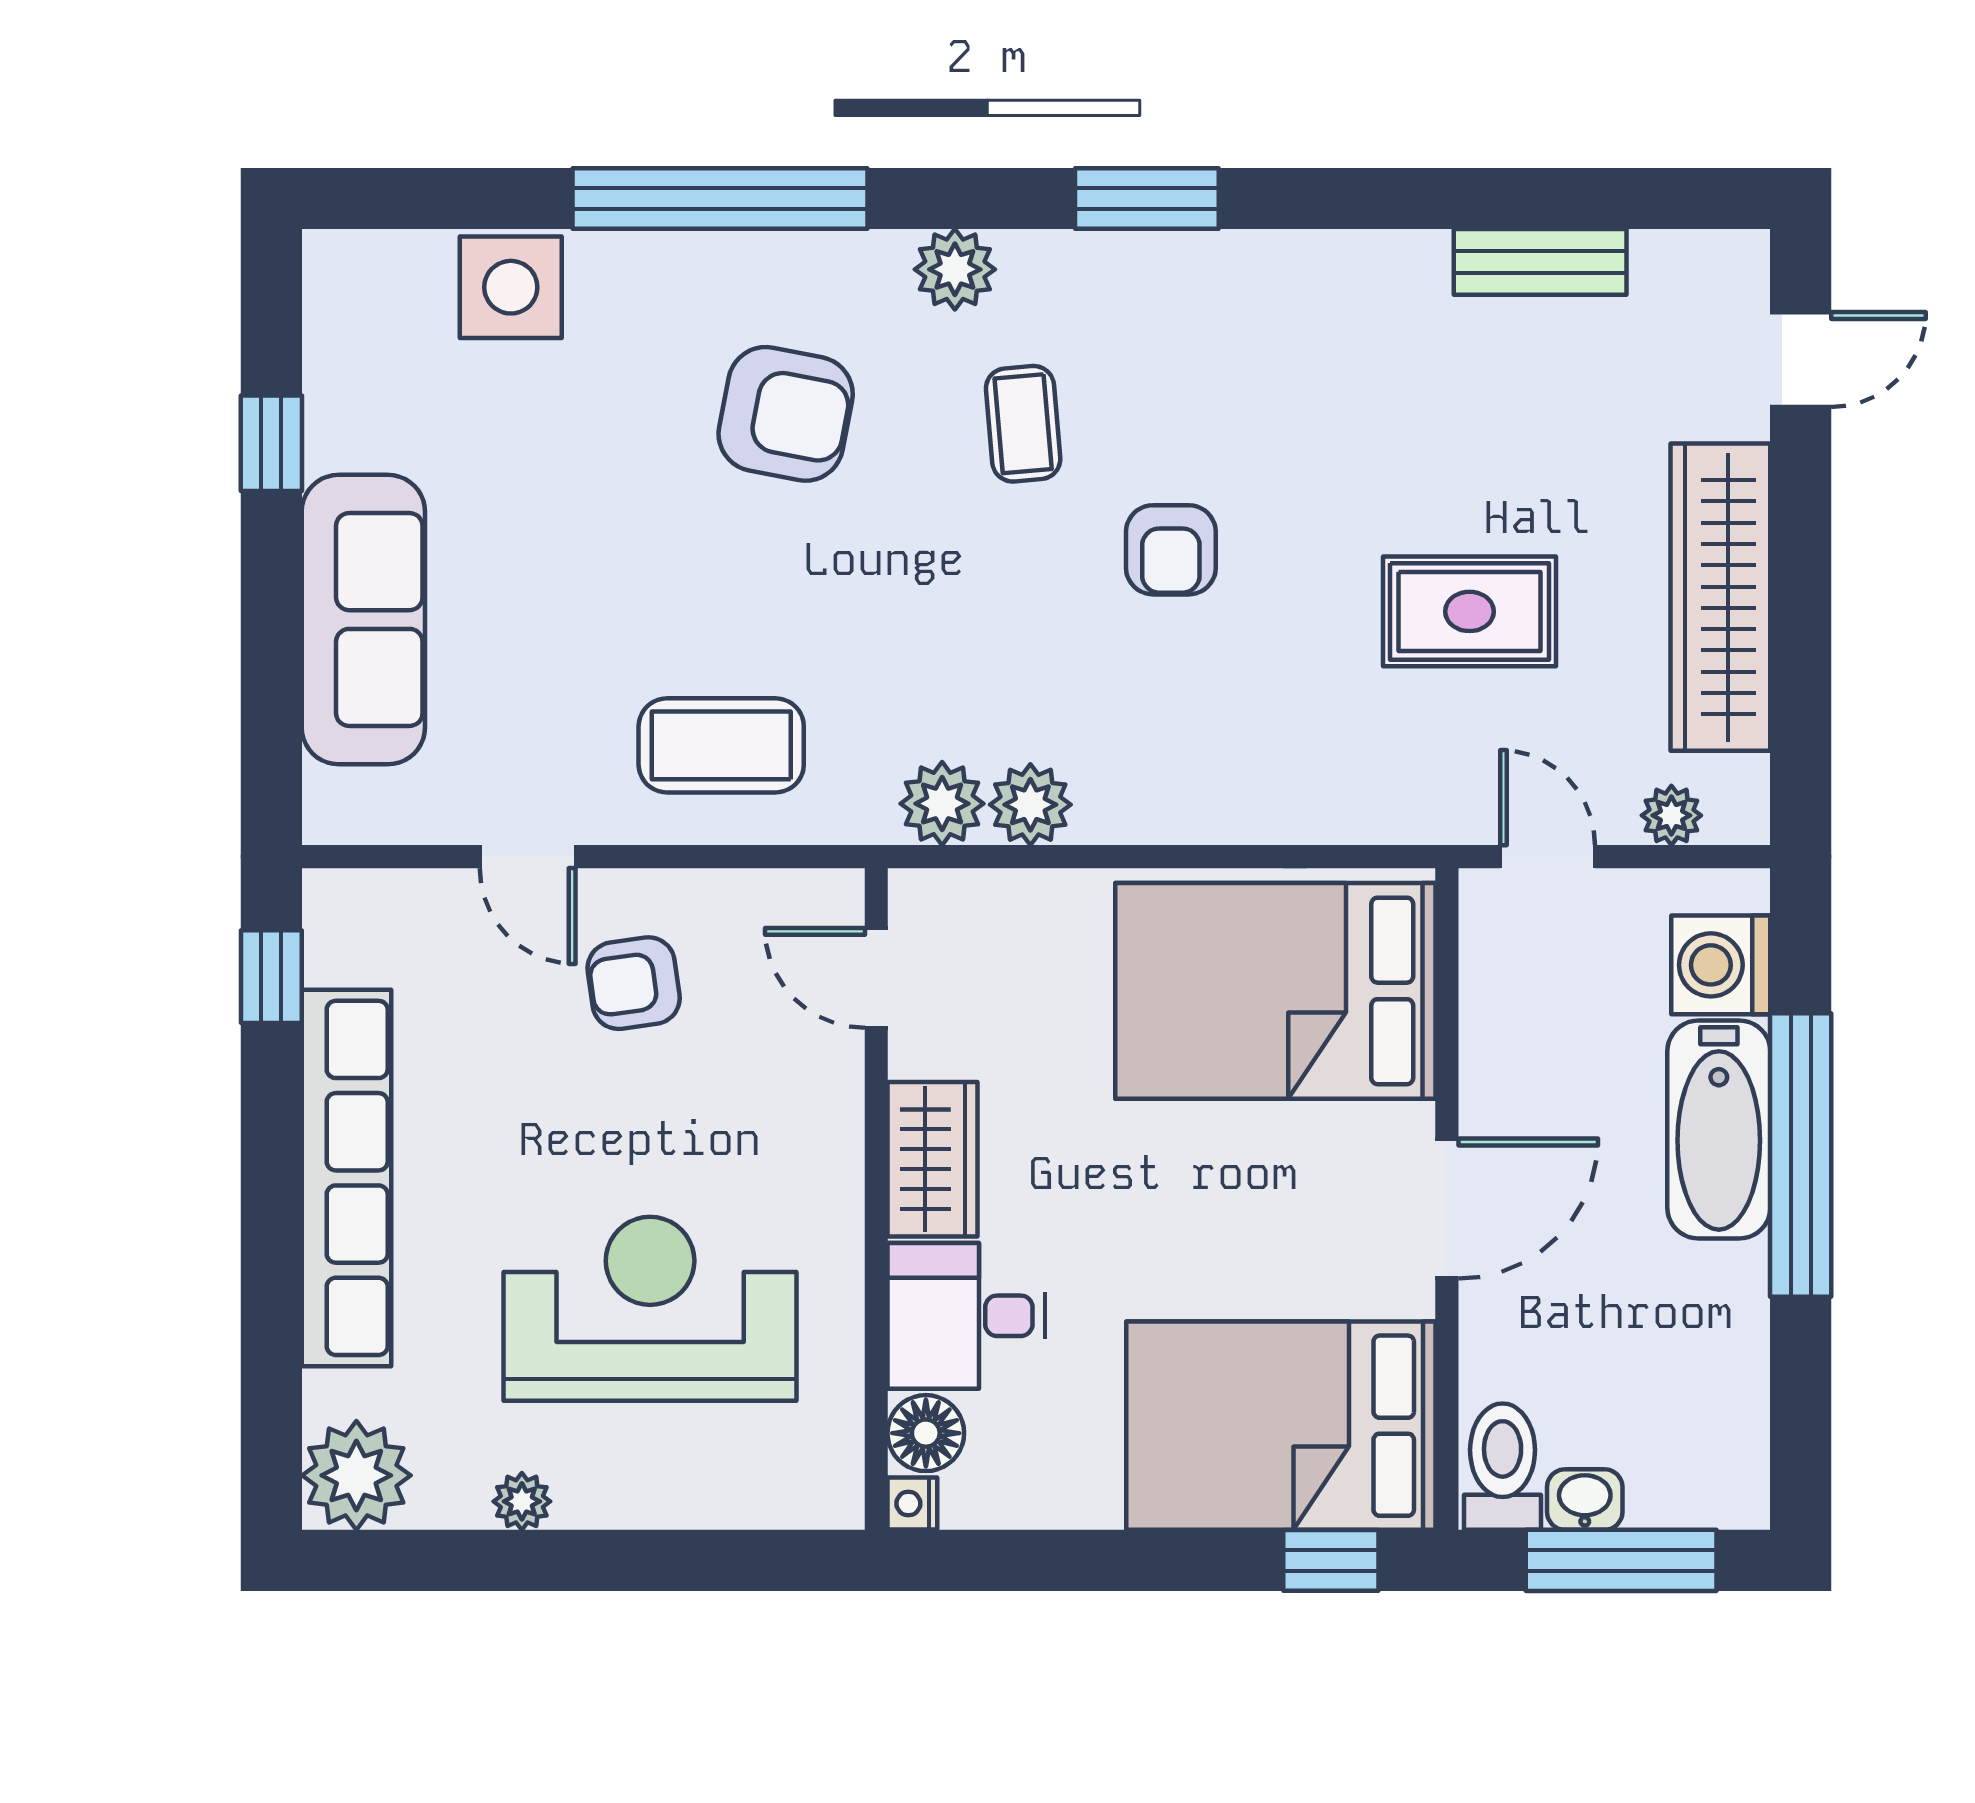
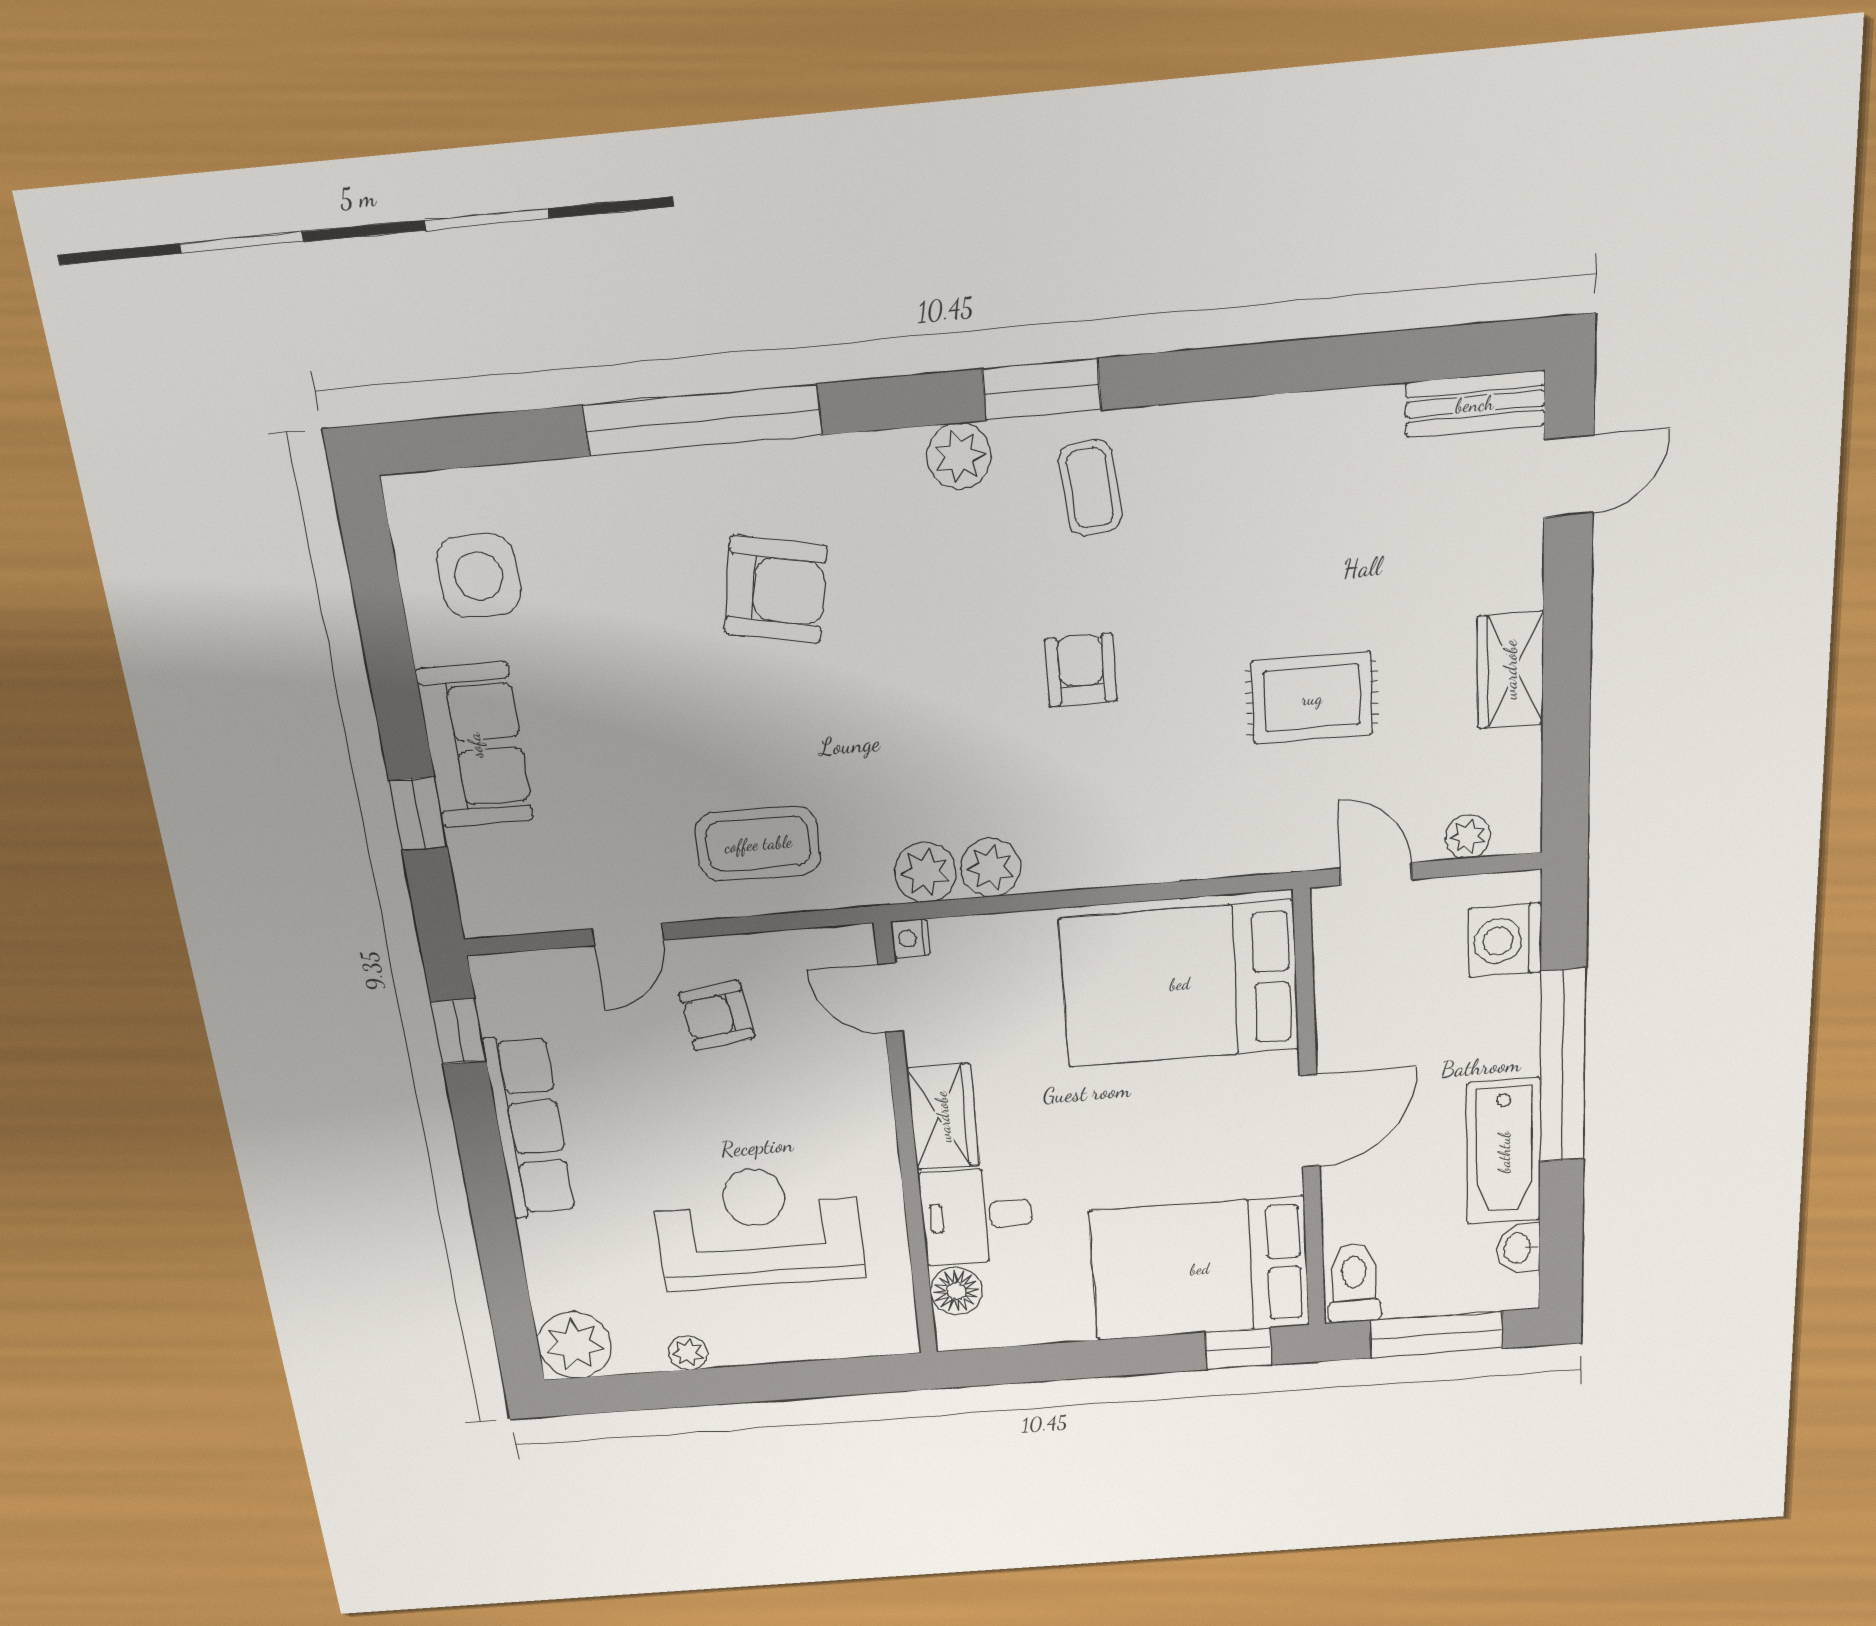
bench: (1540, 262) -> (1475, 404), moved
plant: (955, 269) -> (959, 456), moved
side table: (511, 287) -> (479, 576), moved
coffee table: (1023, 424) -> (1090, 488), moved
window: (271, 443) -> (418, 814), moved
armchair: (1171, 550) -> (1081, 670), turned 180
wardrobe: (1720, 597) -> (1510, 670), width x0.48, depth x0.85
sofa: (363, 620) -> (475, 745), width x0.73
door: (528, 857) -> (628, 934), hinge flipped
bathtub: (1719, 1129) -> (1504, 1152), moved
row of seats: (346, 1178) -> (530, 1127), width x0.73
washbasin: (1585, 1500) -> (1518, 1248), moved, turned -90
nightstand: (912, 1503) -> (910, 938), moved

